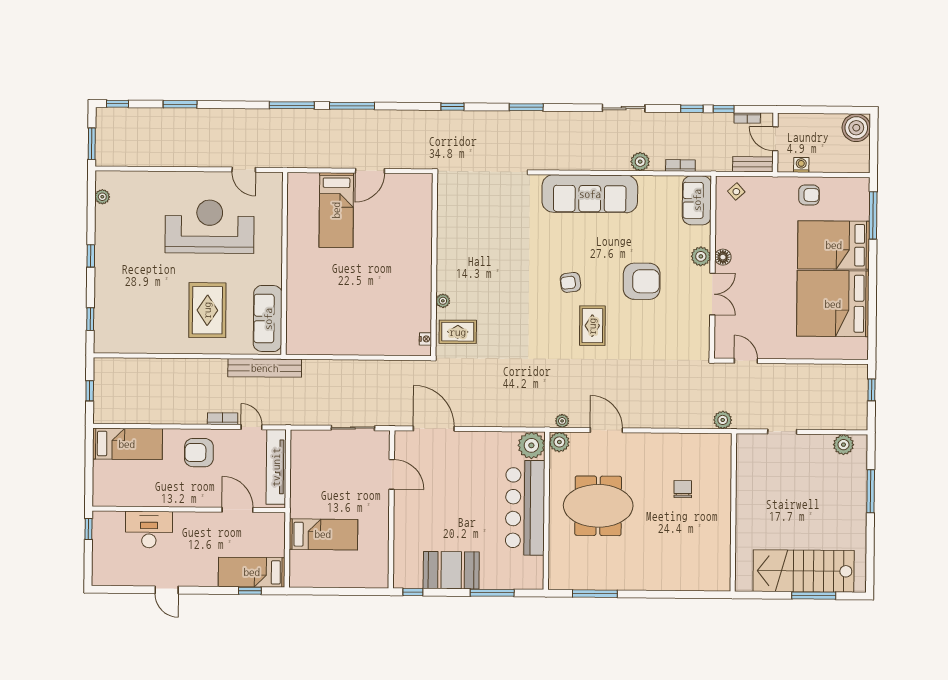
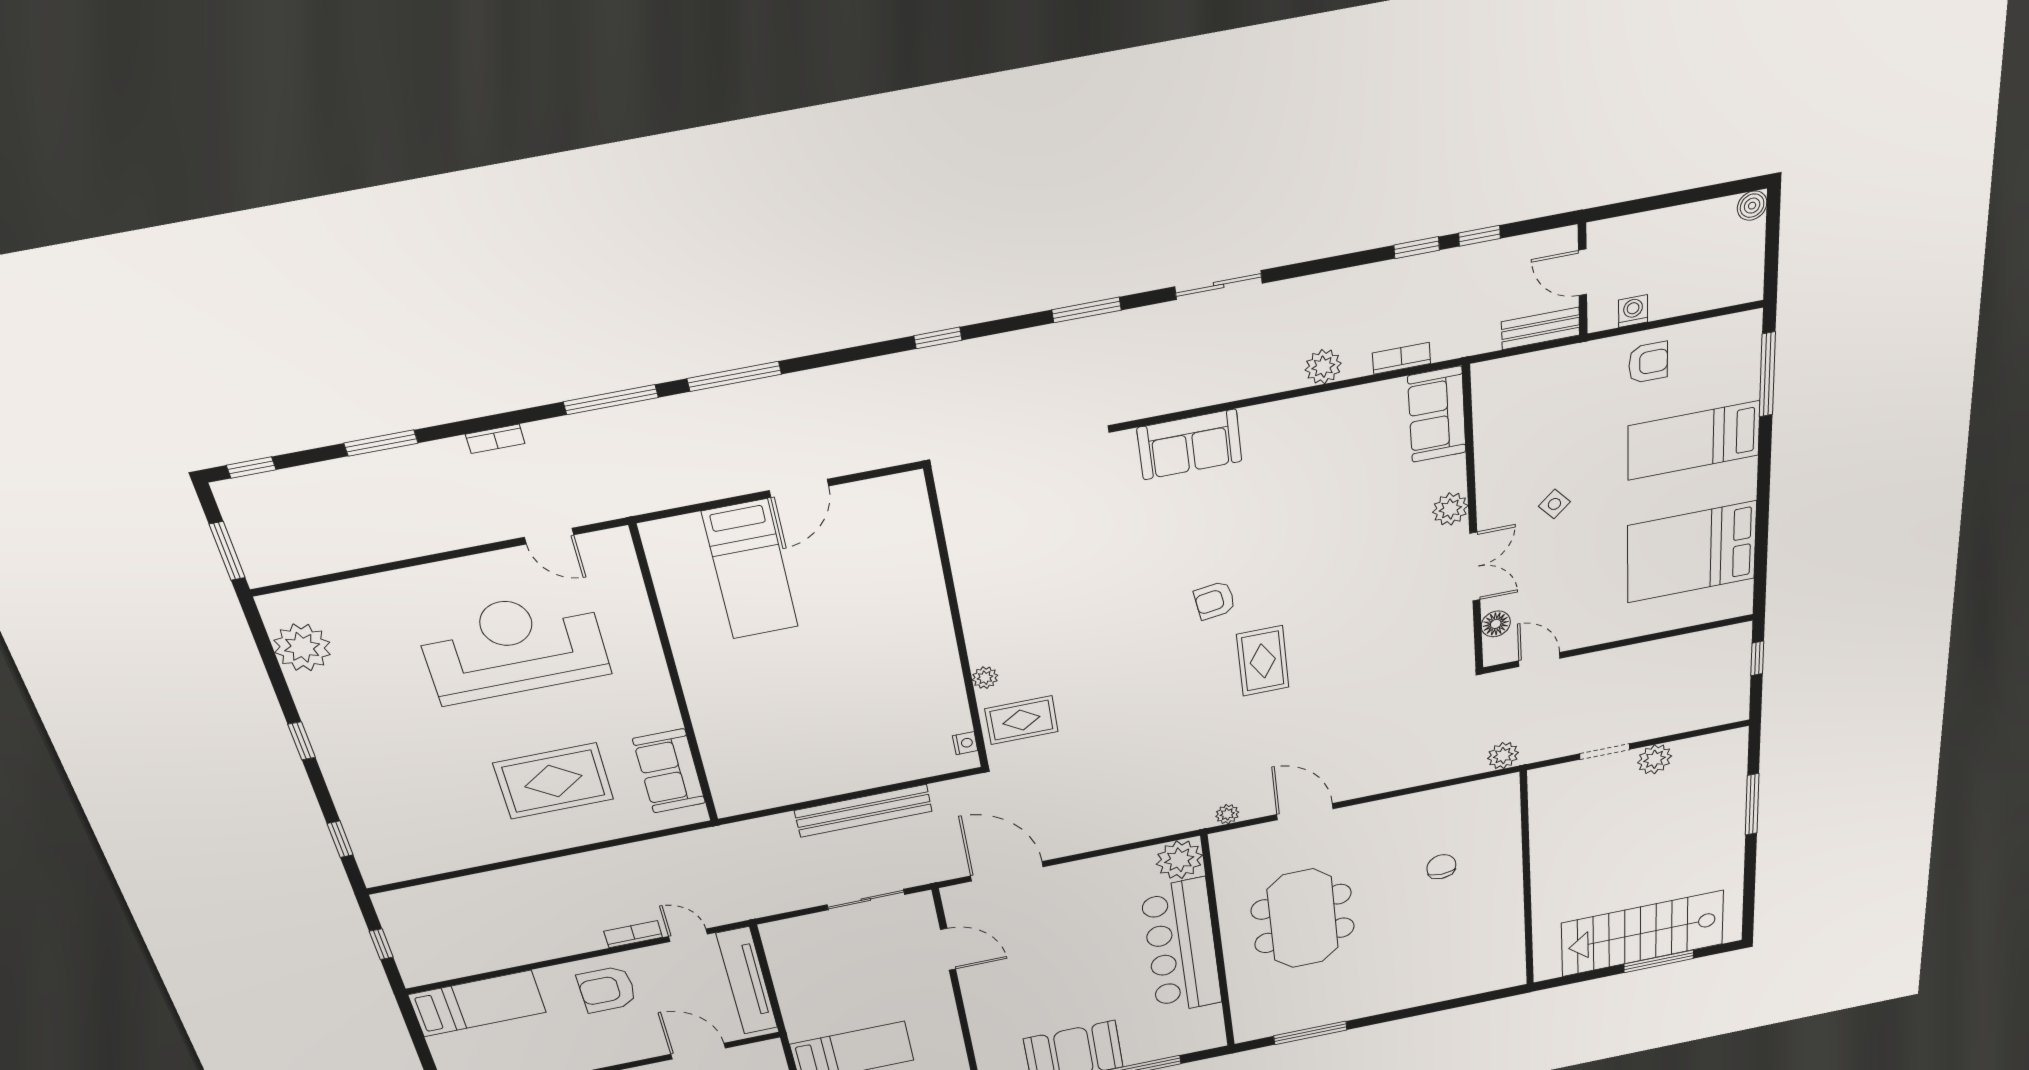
sliding door: (624, 108) -> (1219, 285), moved
bookcase: (747, 118) -> (495, 439), moved
boiler: (856, 128) -> (1752, 206), width x0.54, depth x0.54
side table: (736, 192) -> (1554, 504), moved
sofa: (590, 194) -> (1190, 445), width x0.54, depth x0.79
plant: (102, 197) -> (302, 647), width x1.87, depth x1.87
bed: (834, 245) -> (1694, 440), width x0.67
floor lamp: (723, 257) -> (1496, 624), moved
armchair: (642, 281) -> (1345, 572), removed
bed: (833, 304) -> (1692, 552), width x0.73
rug: (207, 310) -> (553, 781), turned 90
sofa: (268, 319) -> (669, 771), width x0.73
bench: (265, 368) -> (863, 811), moved
plant: (559, 442) -> (1226, 845), removed
plant: (843, 445) -> (1655, 759), moved
meeting table: (598, 506) -> (1303, 919), turned 90

